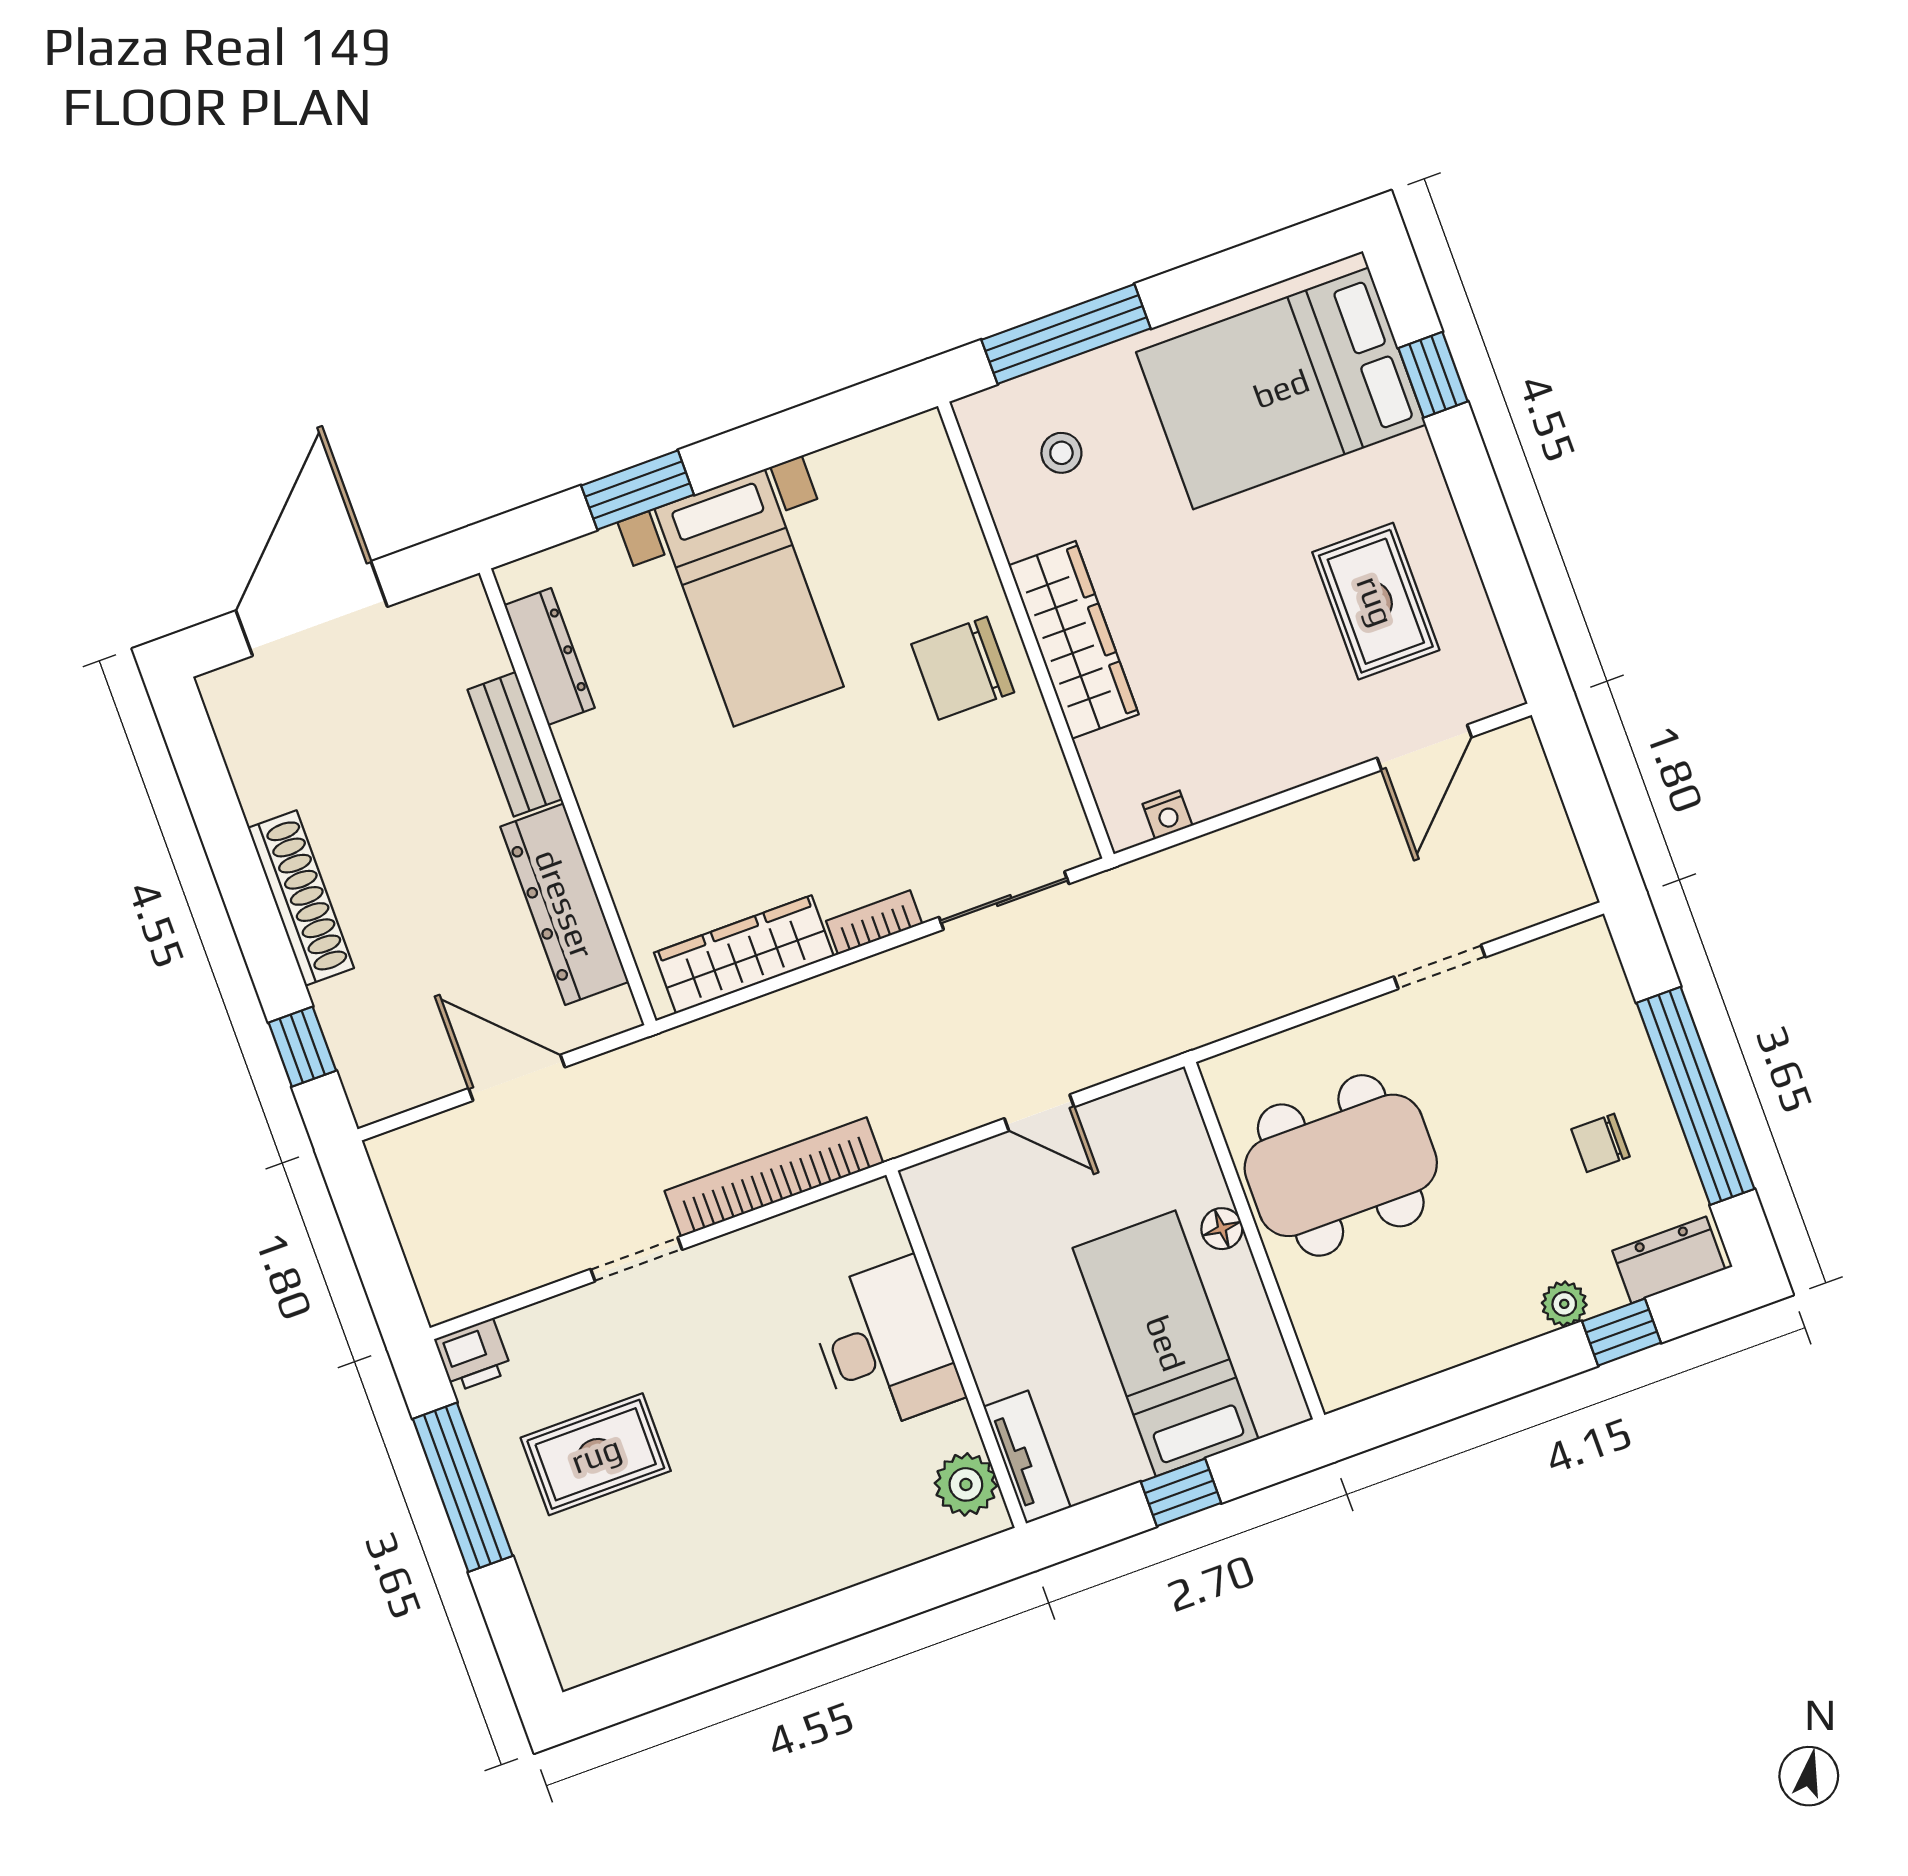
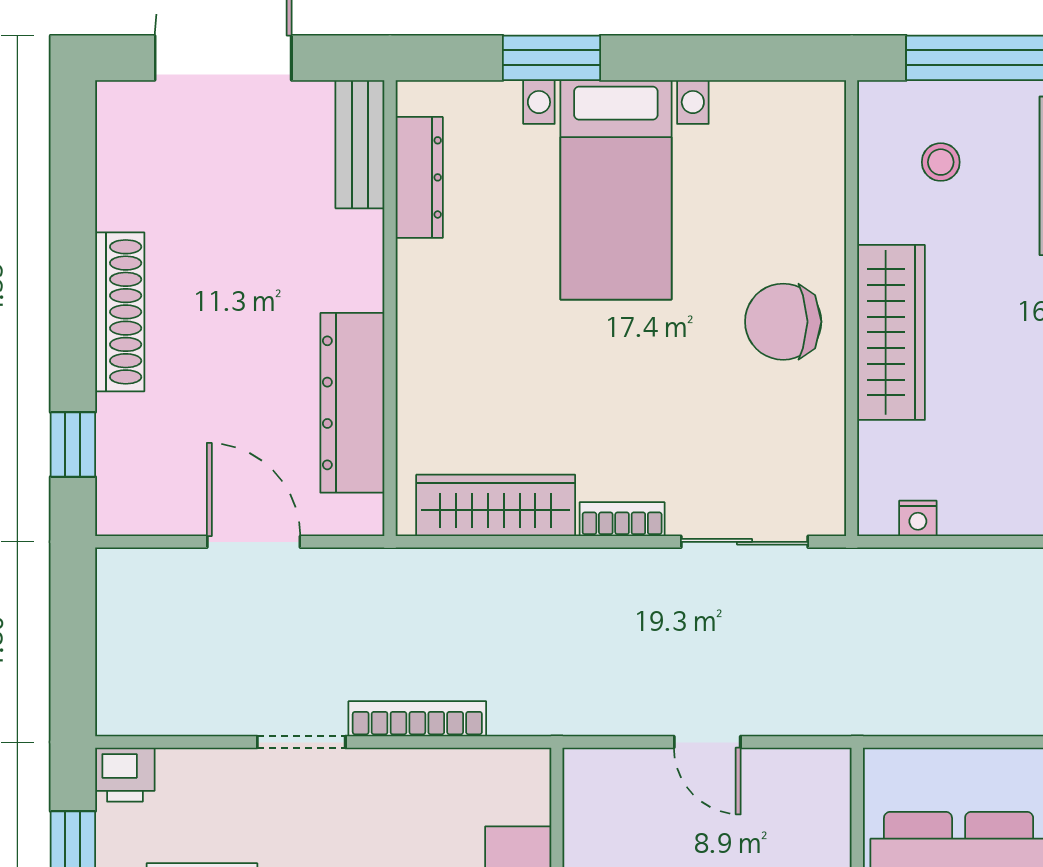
bench: (515, 744) -> (360, 144), moved
bookcase: (774, 1177) -> (417, 719), width x0.68, depth x0.76

